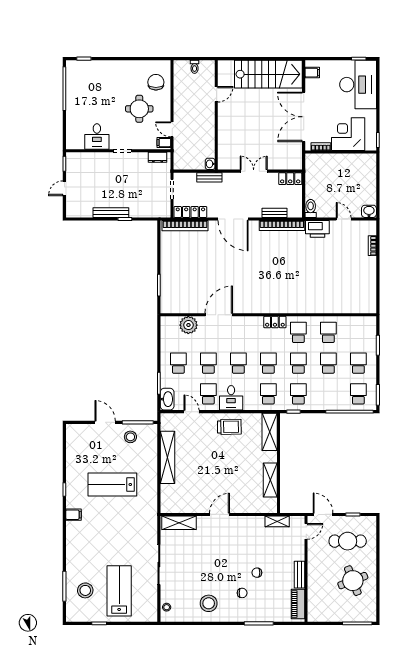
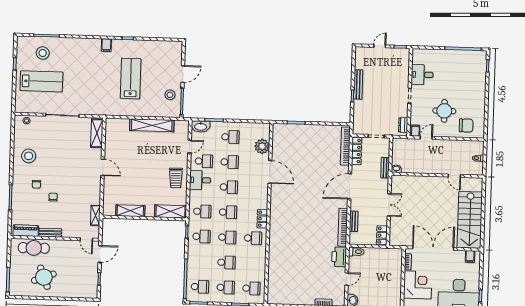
door: (64, 188) -> (380, 46), hinge flipped
school desk: (328, 332) -> (251, 288), moved
cafe table: (348, 541) -> (34, 248), moved, turned 90

